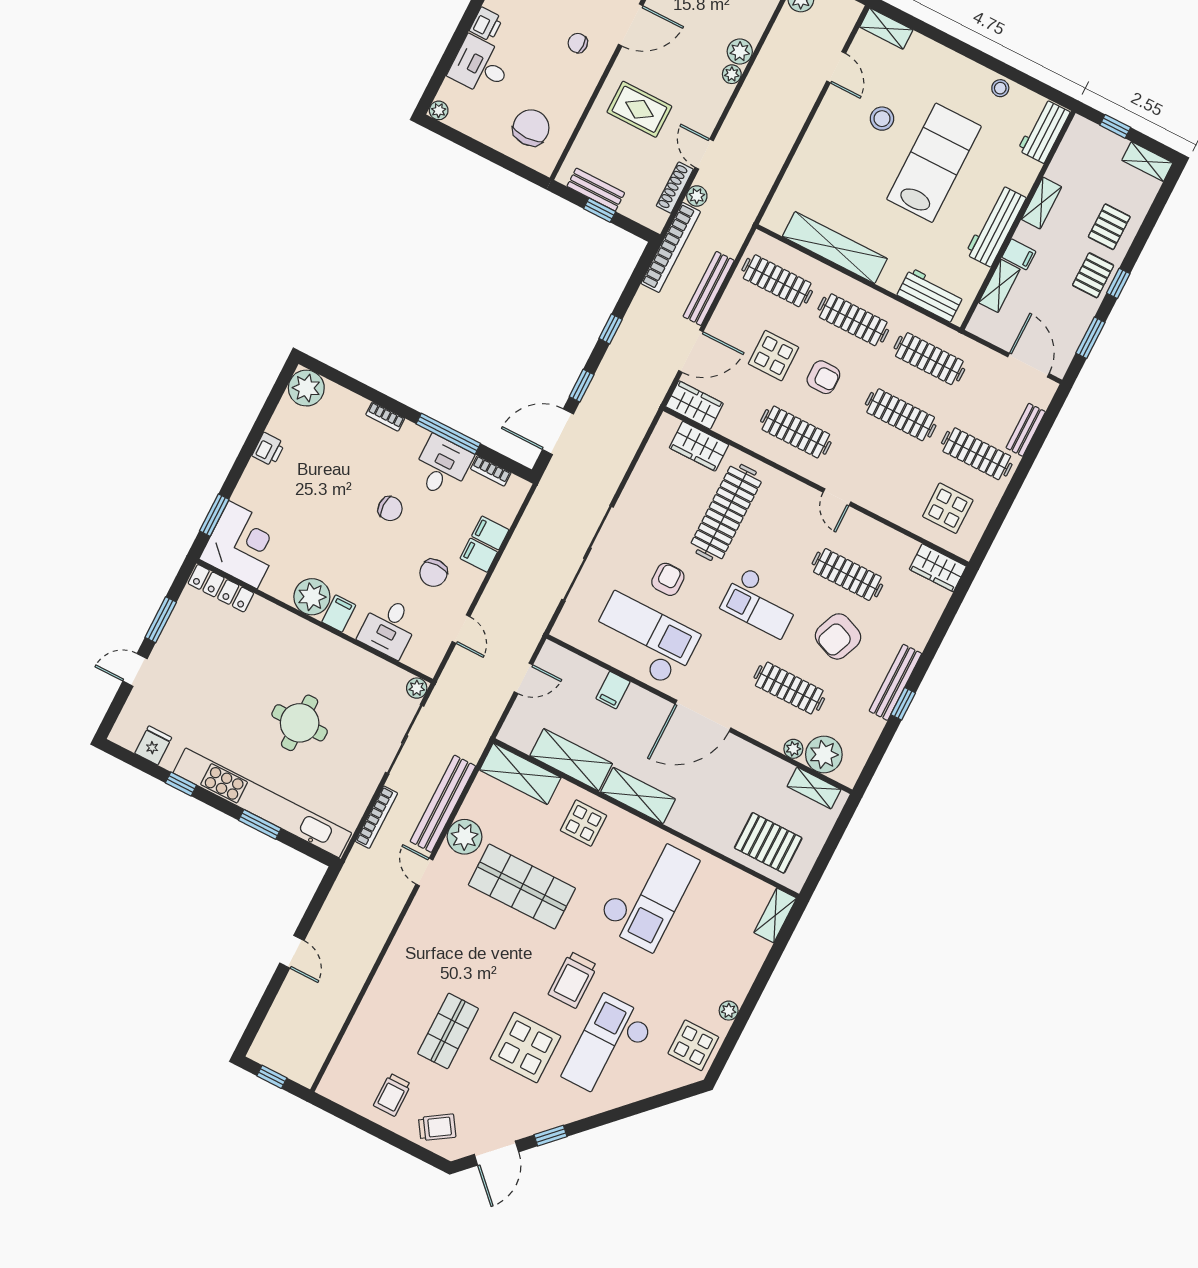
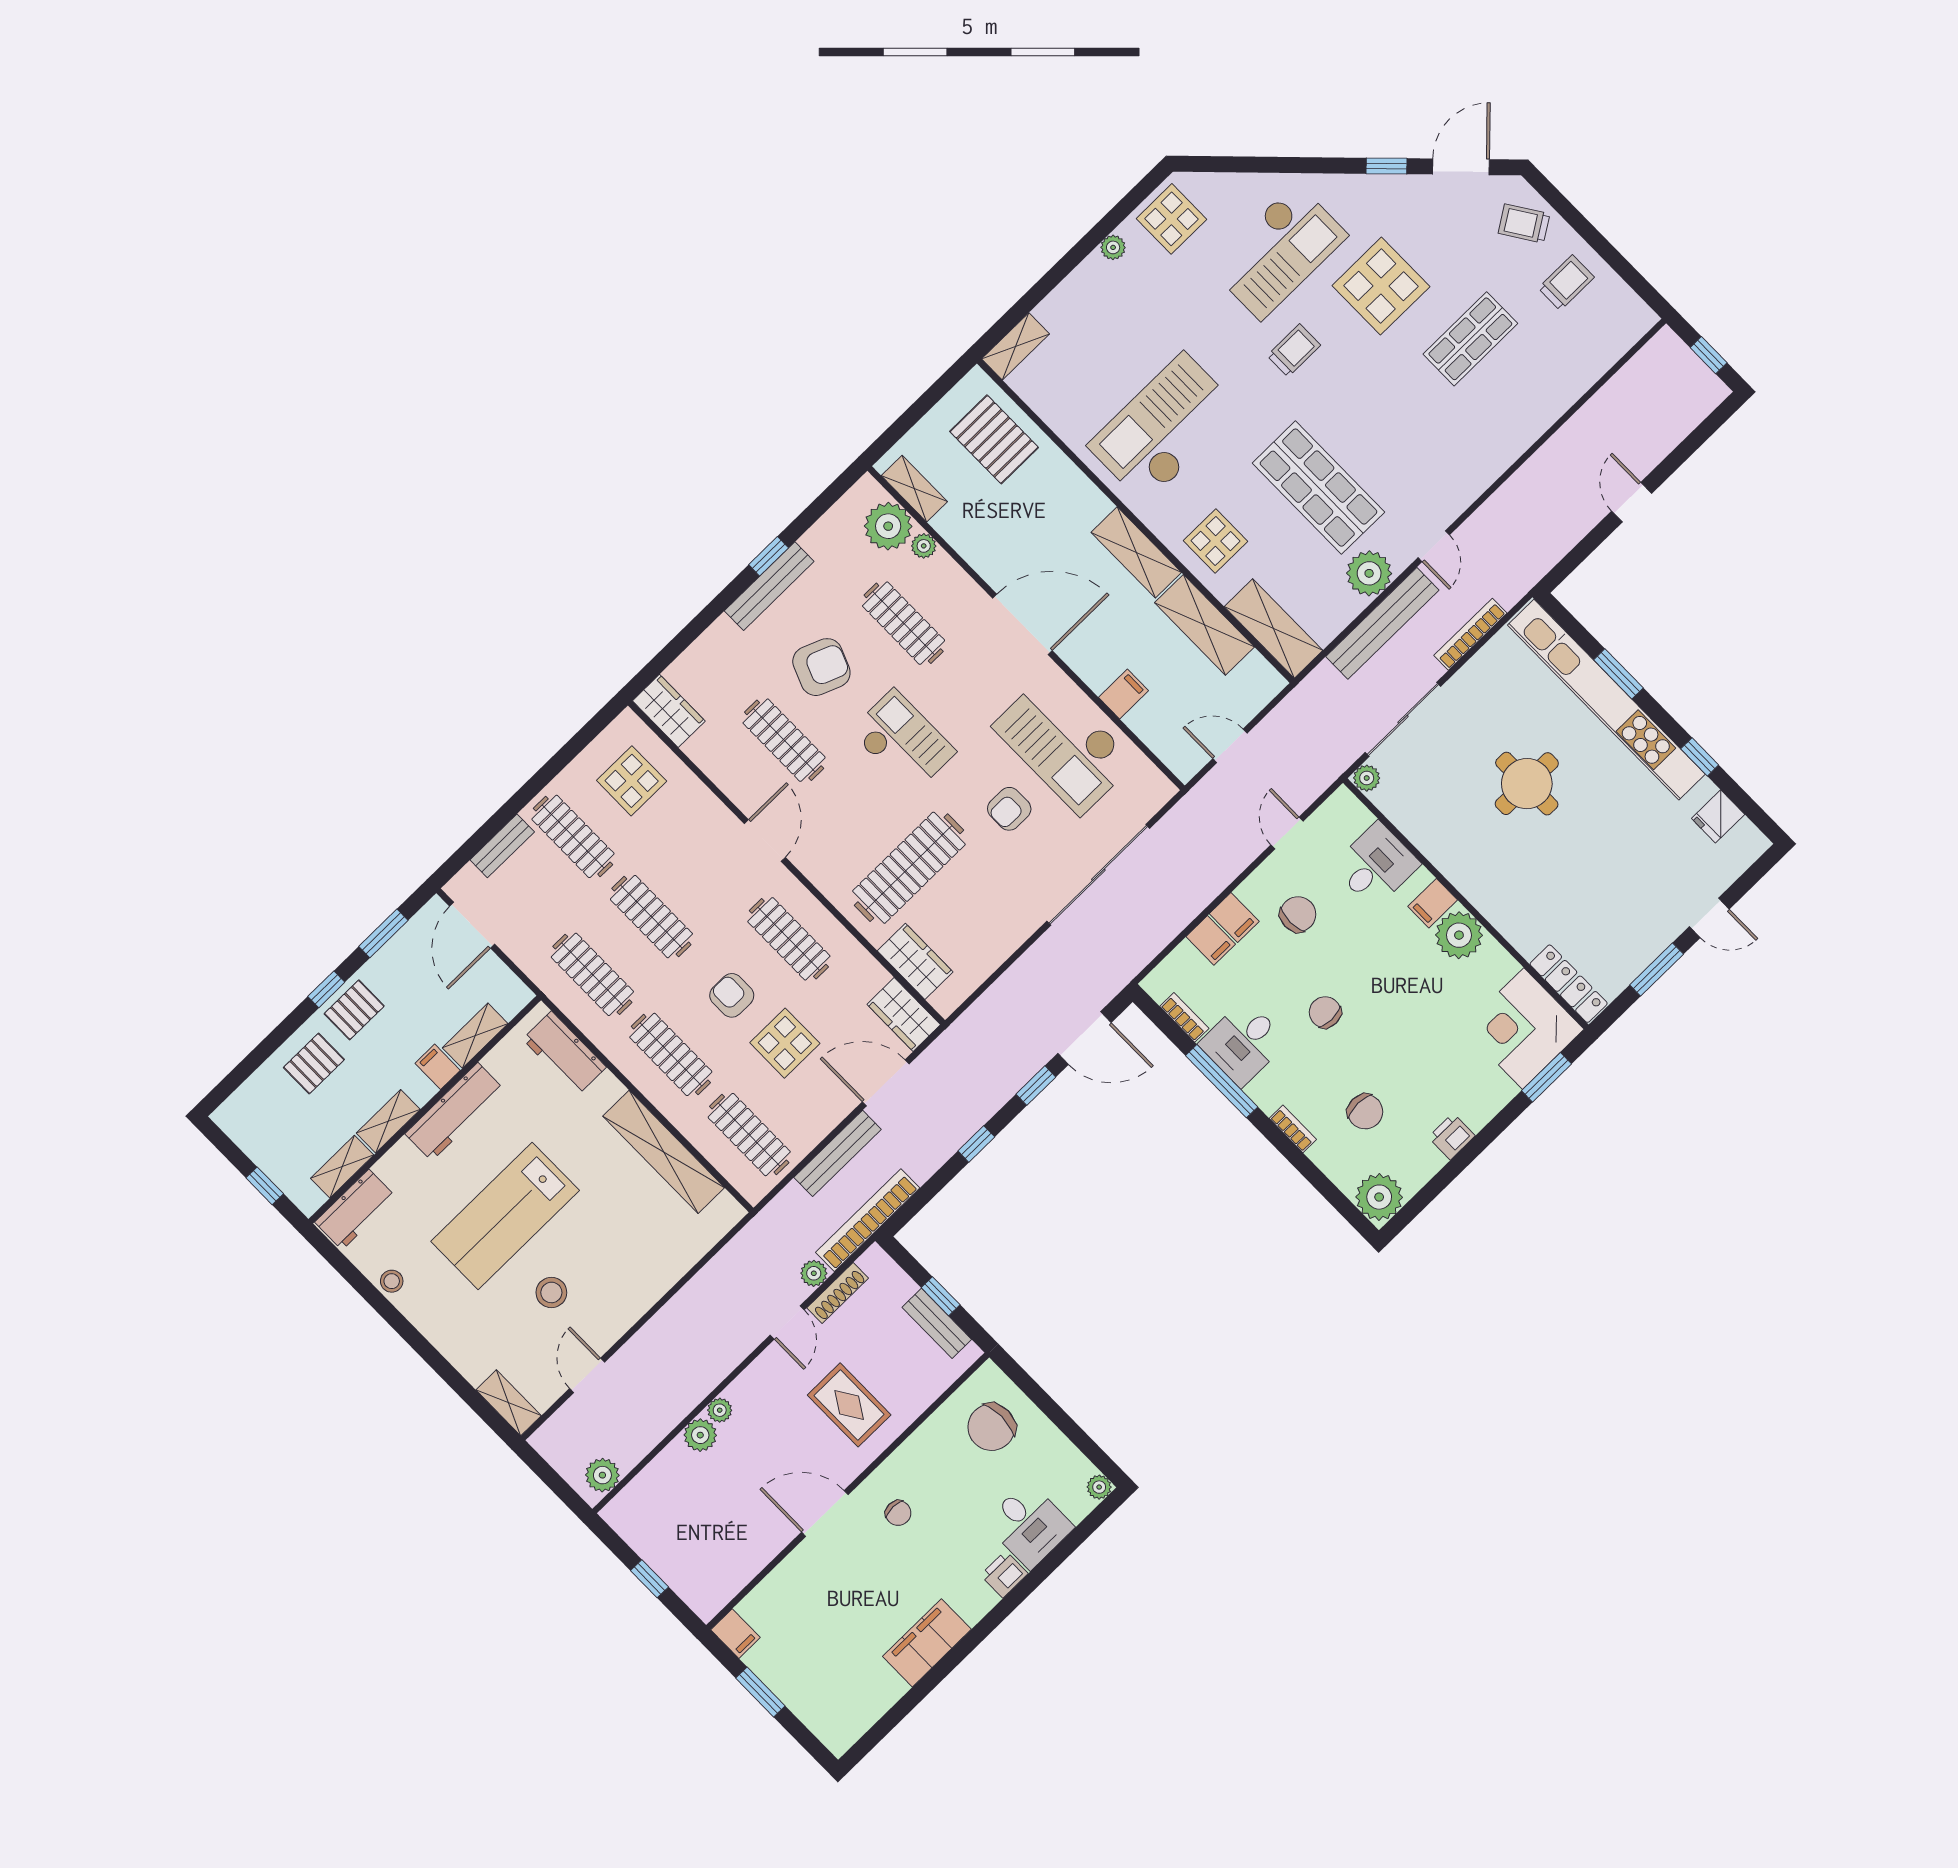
shelving: (1147, 162) -> (342, 1167), moved, turned 90
chair: (337, 446) -> (1365, 1112), added
door: (837, 497) -> (765, 841), width x1.38
trolley: (573, 980) -> (1294, 350), width x0.73, depth x0.72

